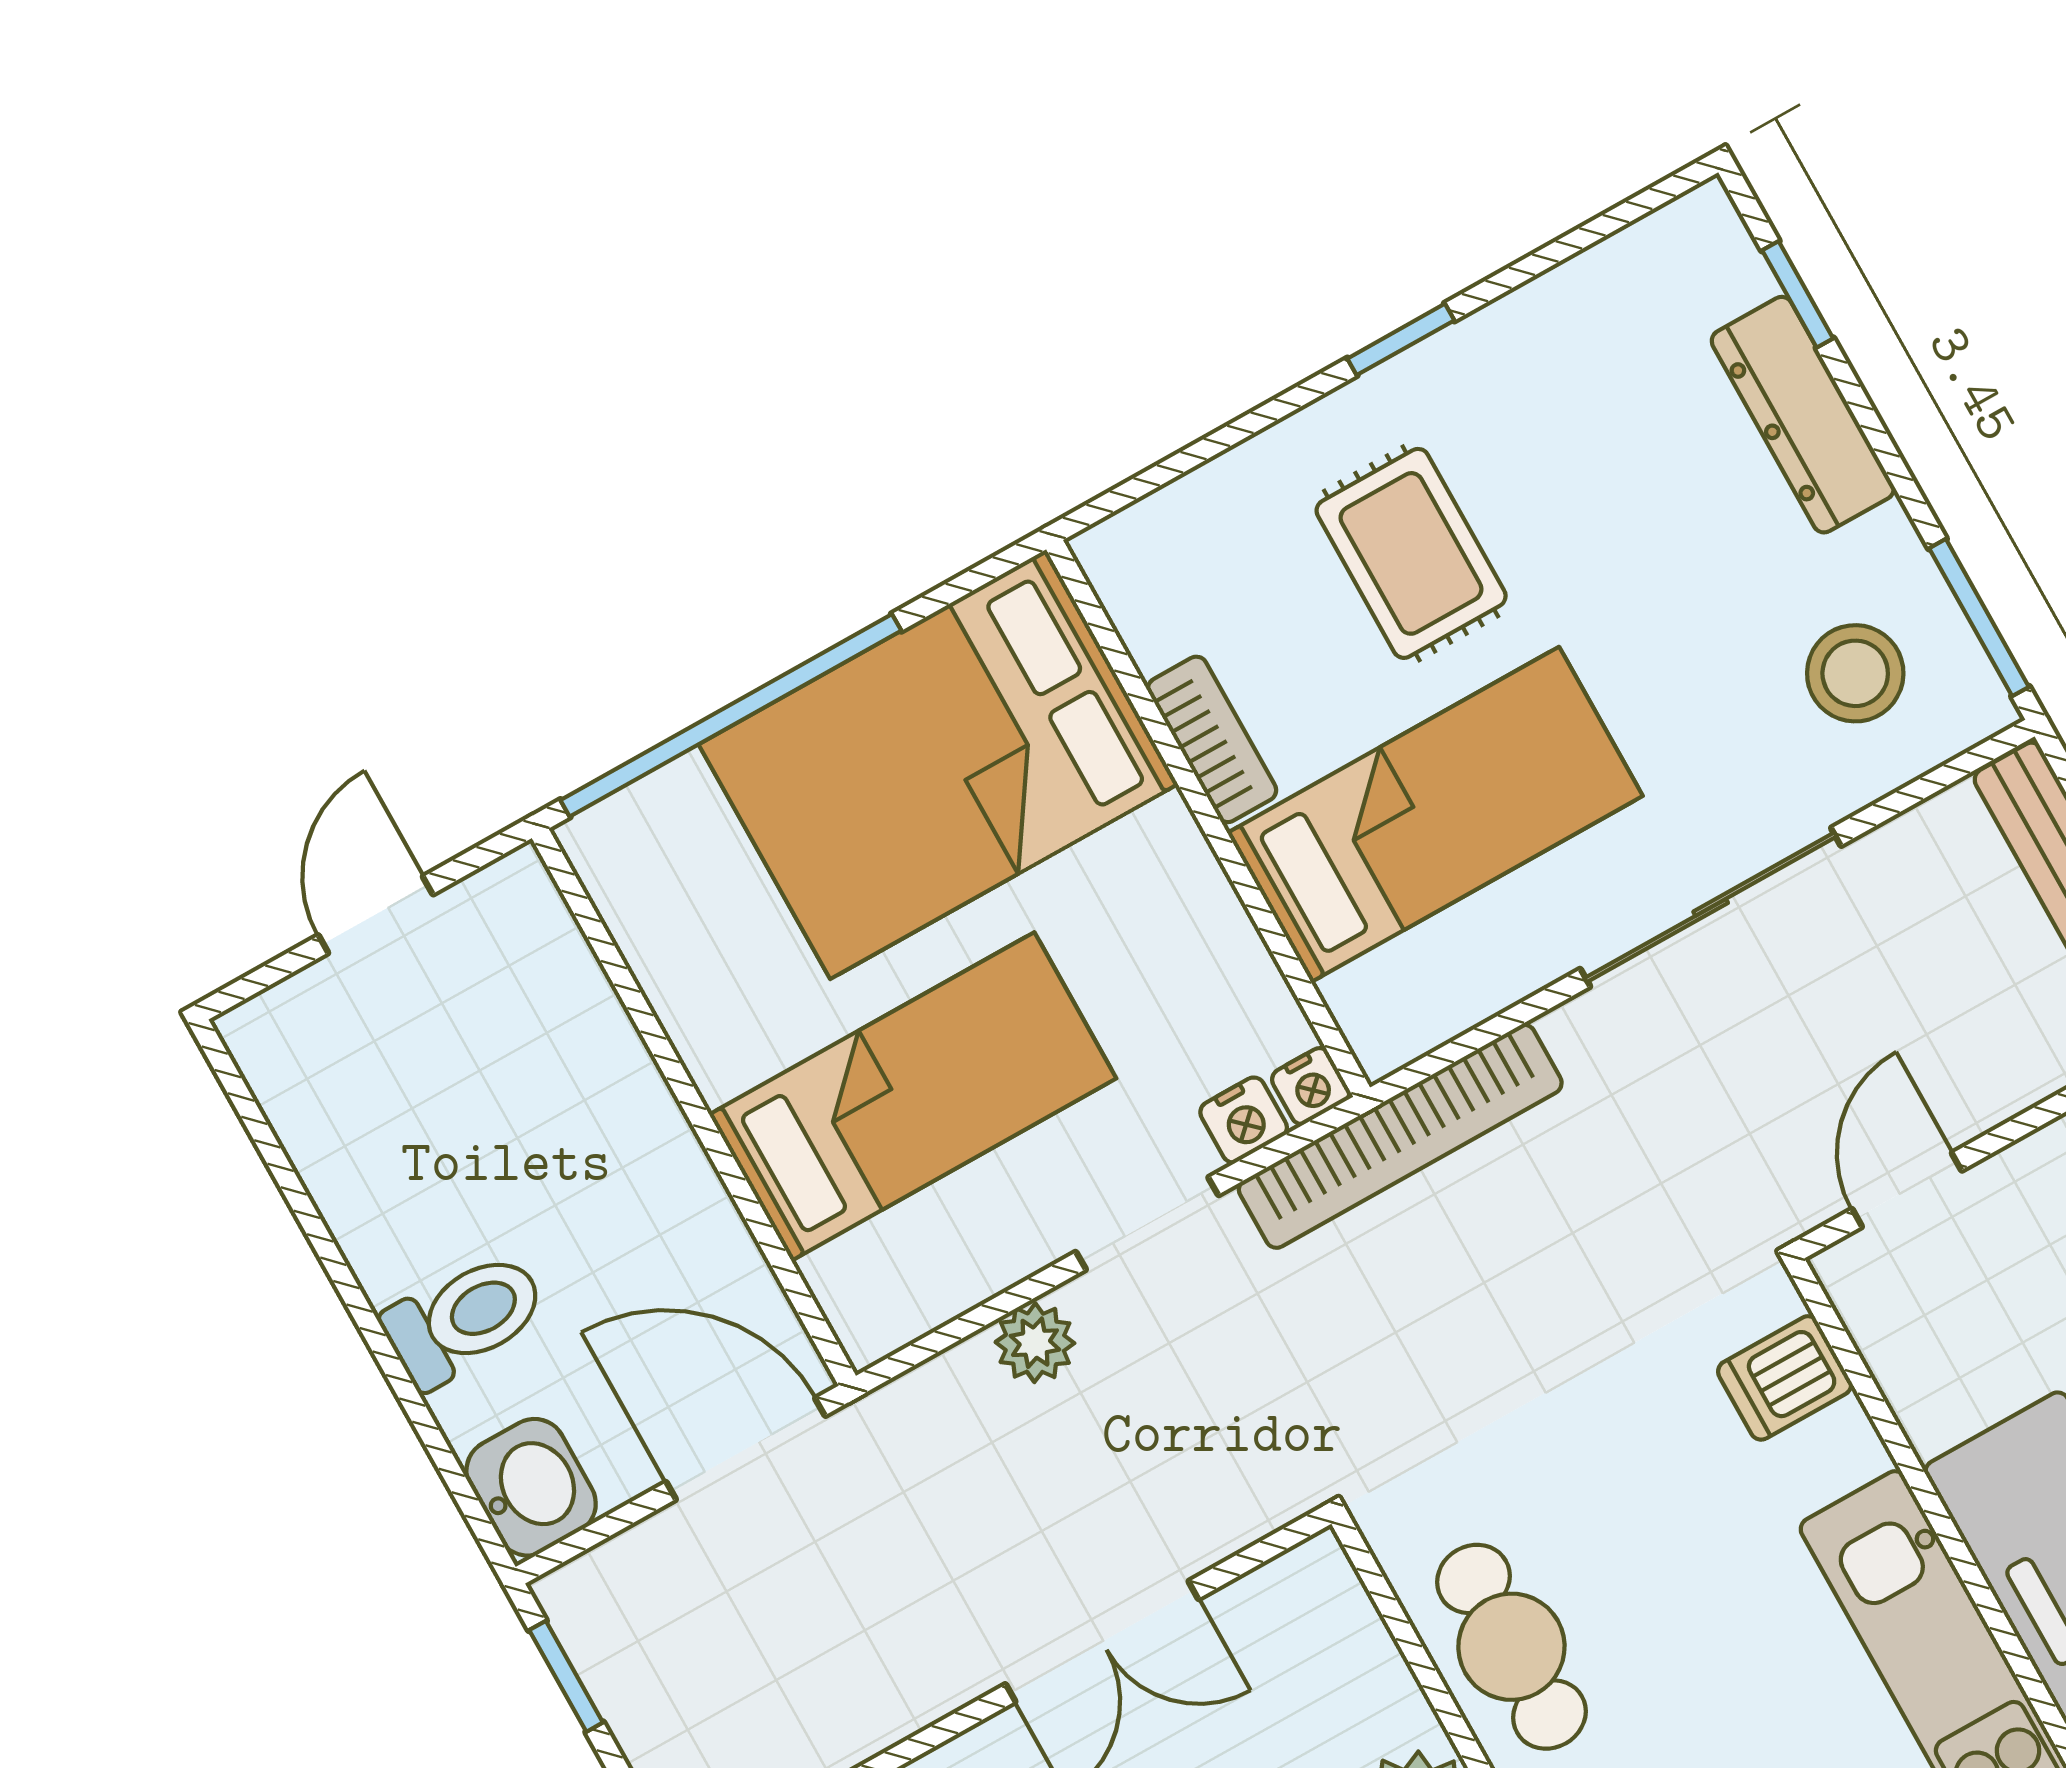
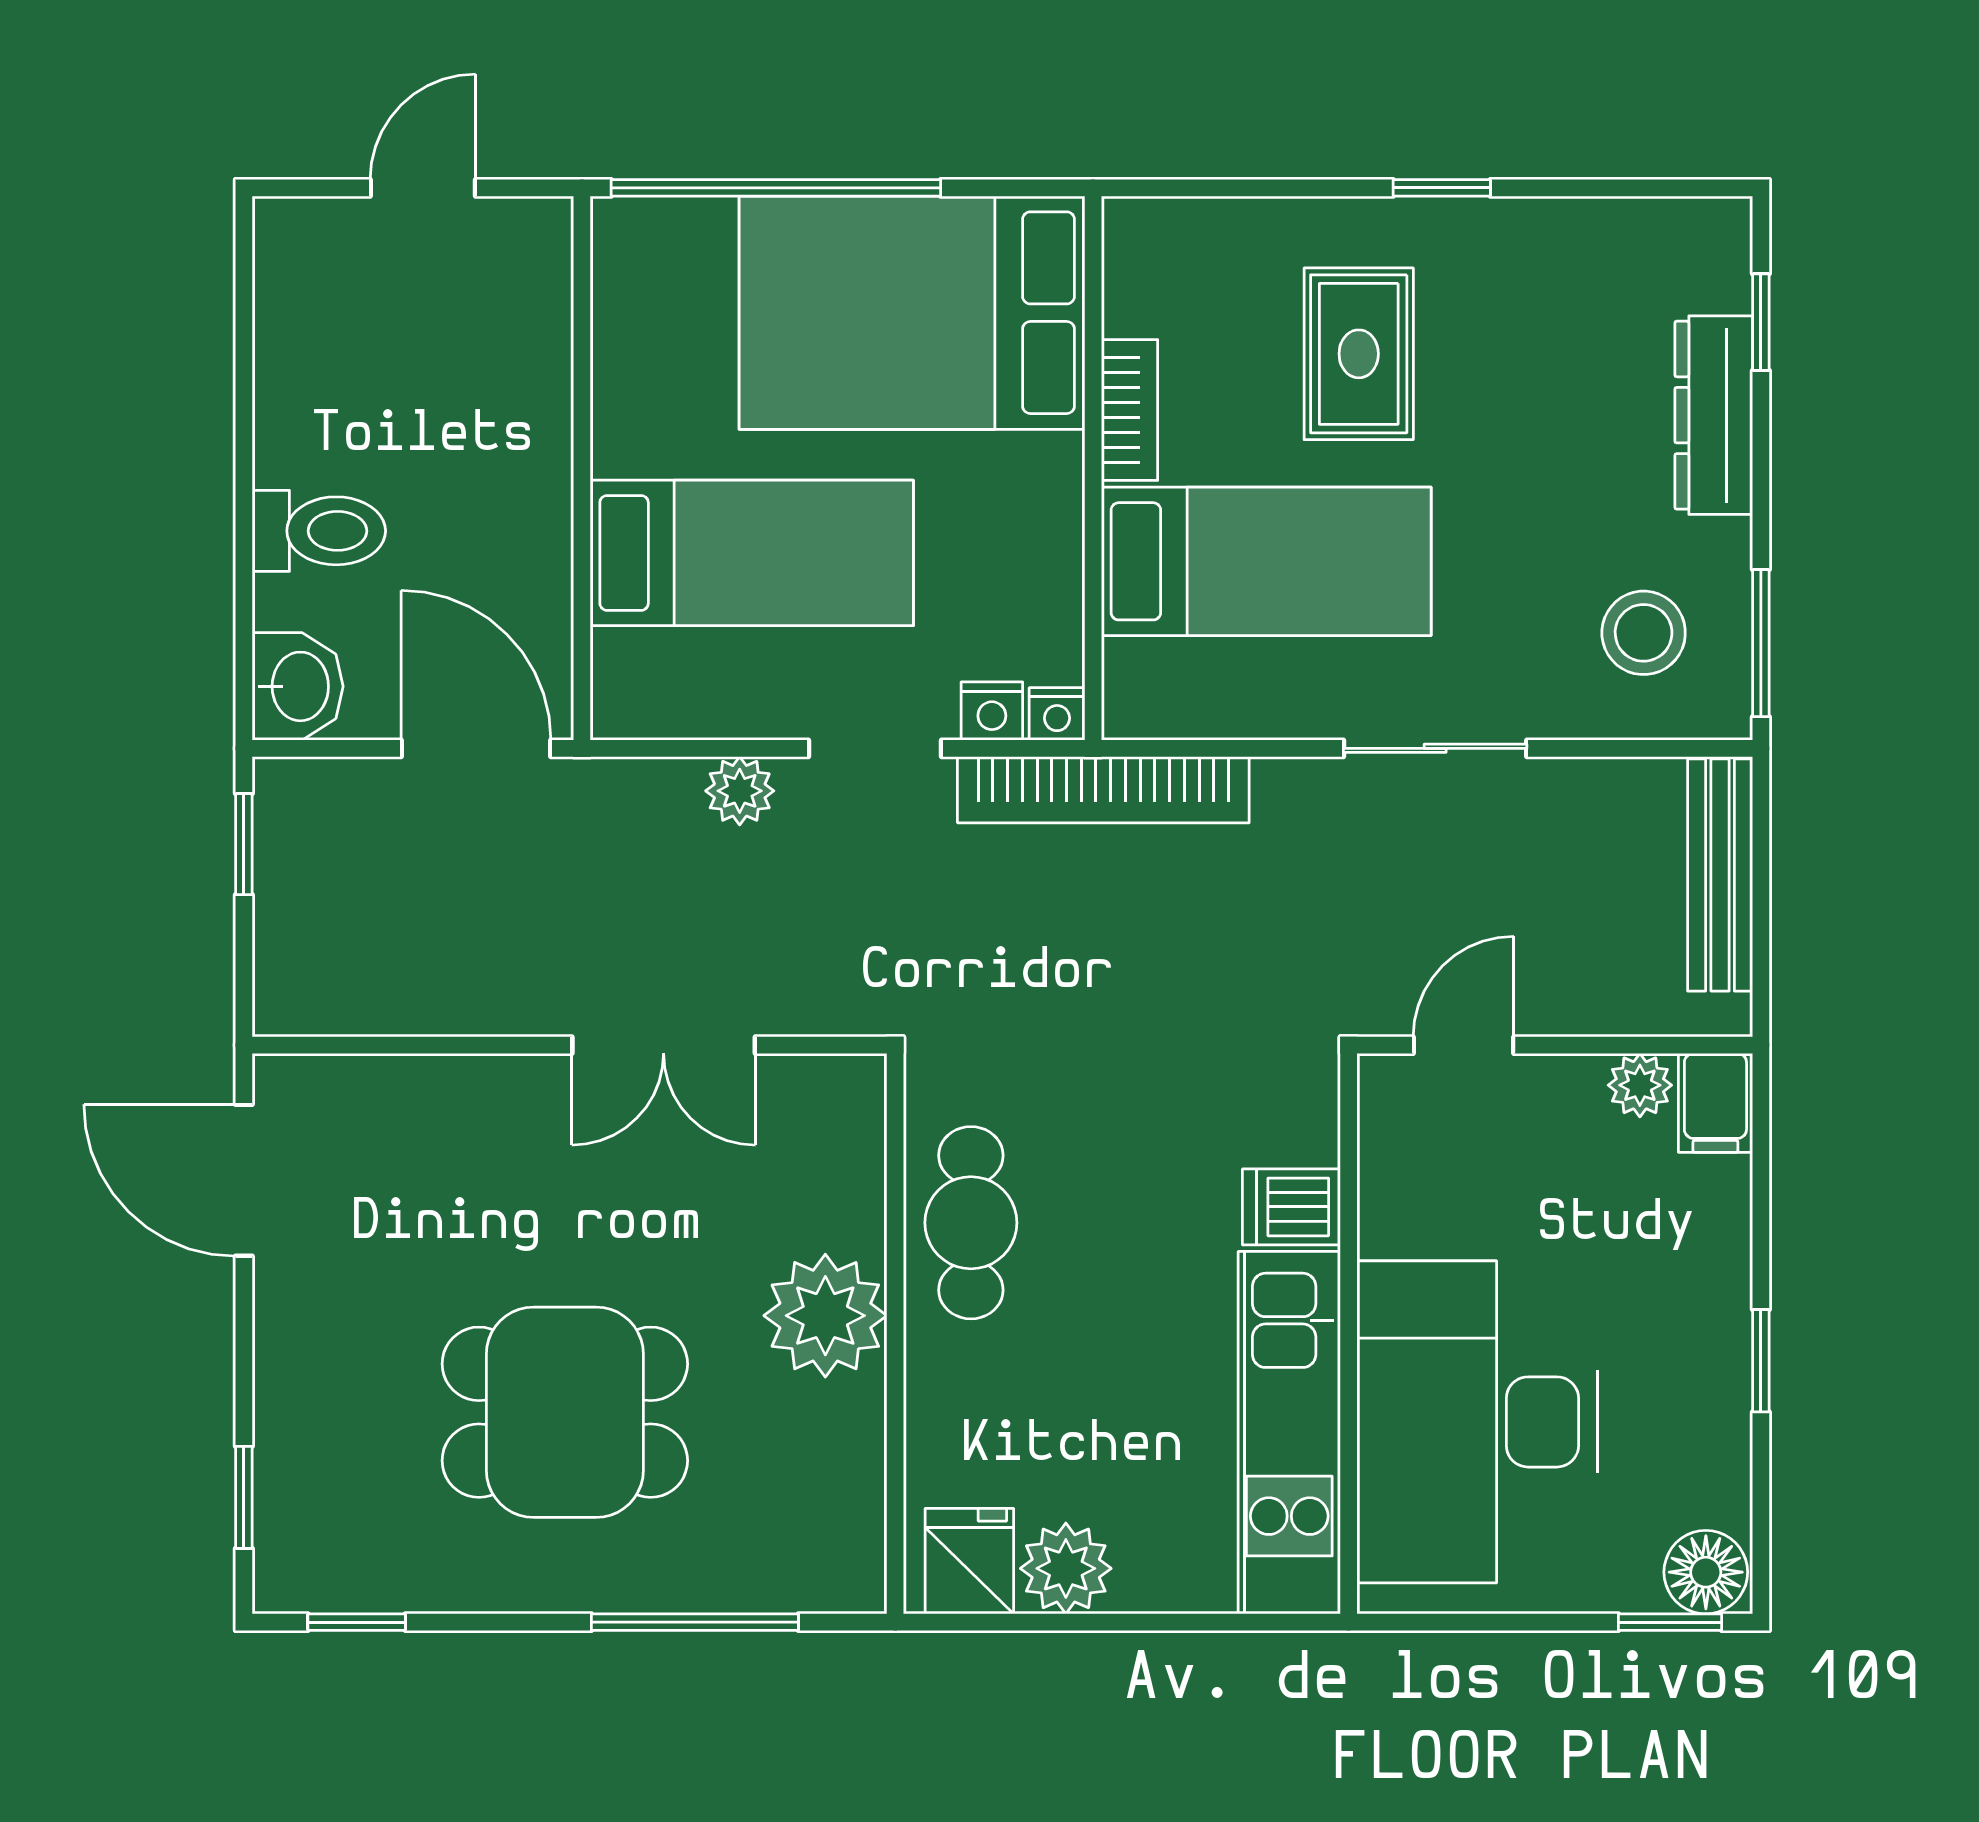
sliding door: (1711, 907) -> (1435, 748), width x0.73
dishwasher: (1785, 1378) -> (1291, 1207), moved

